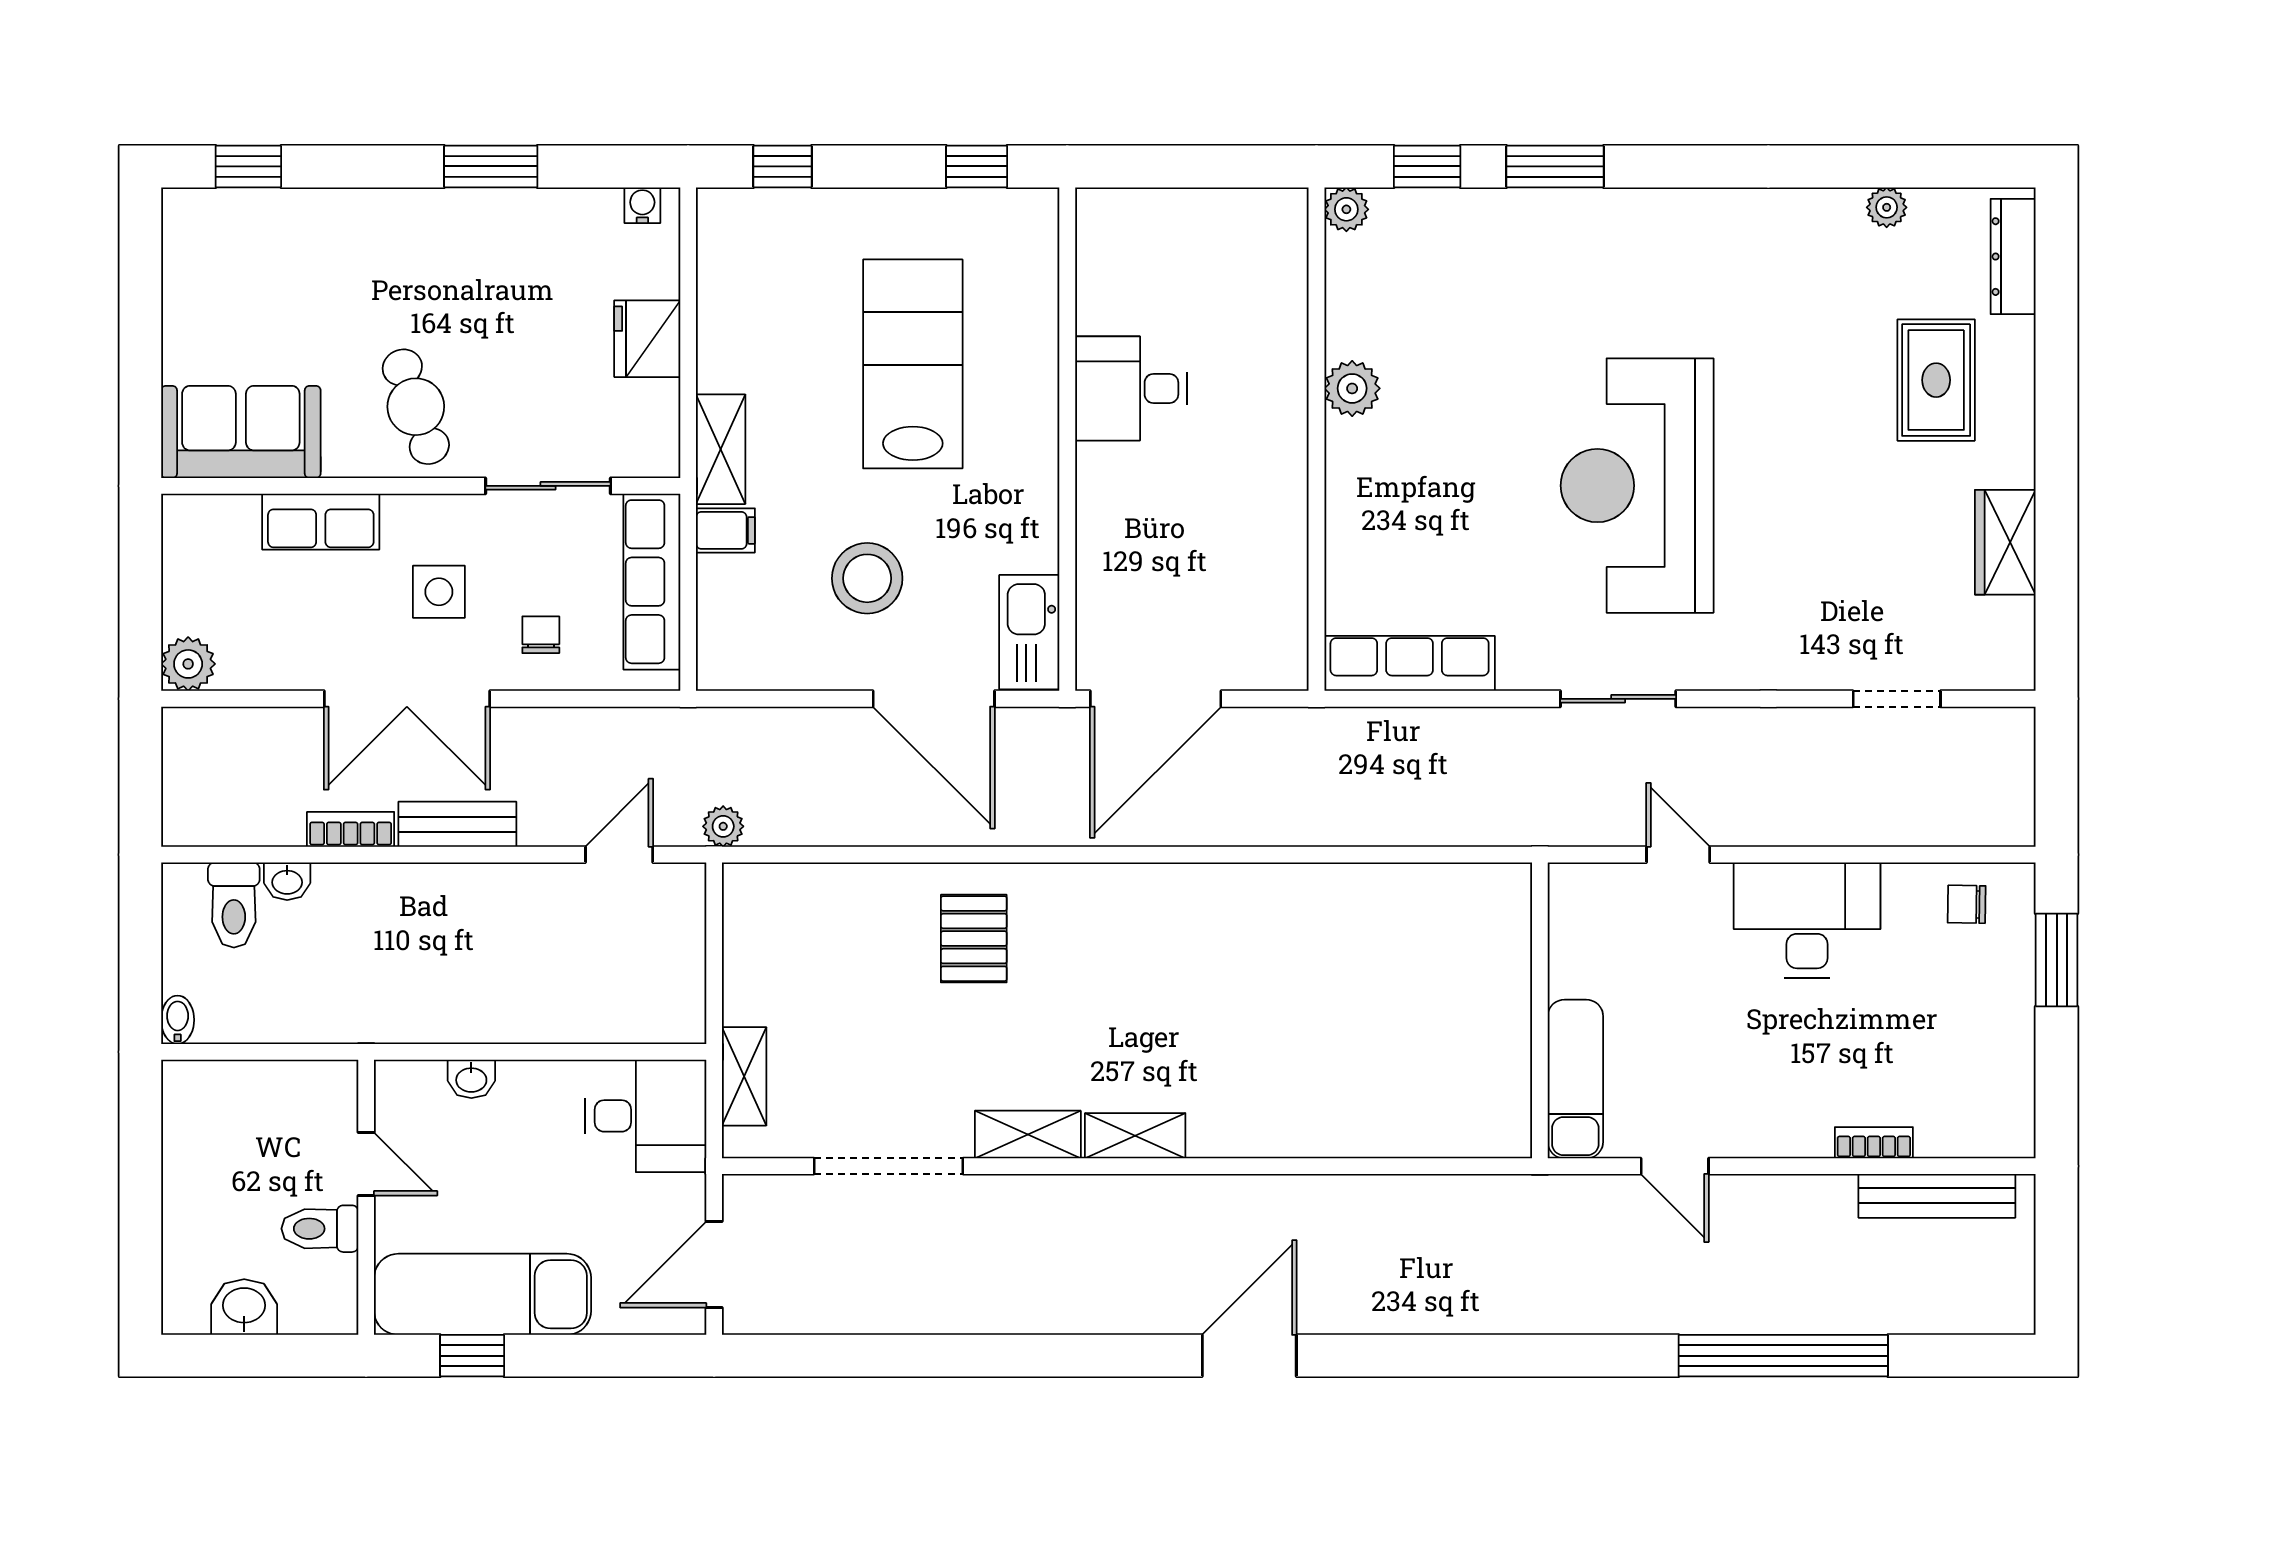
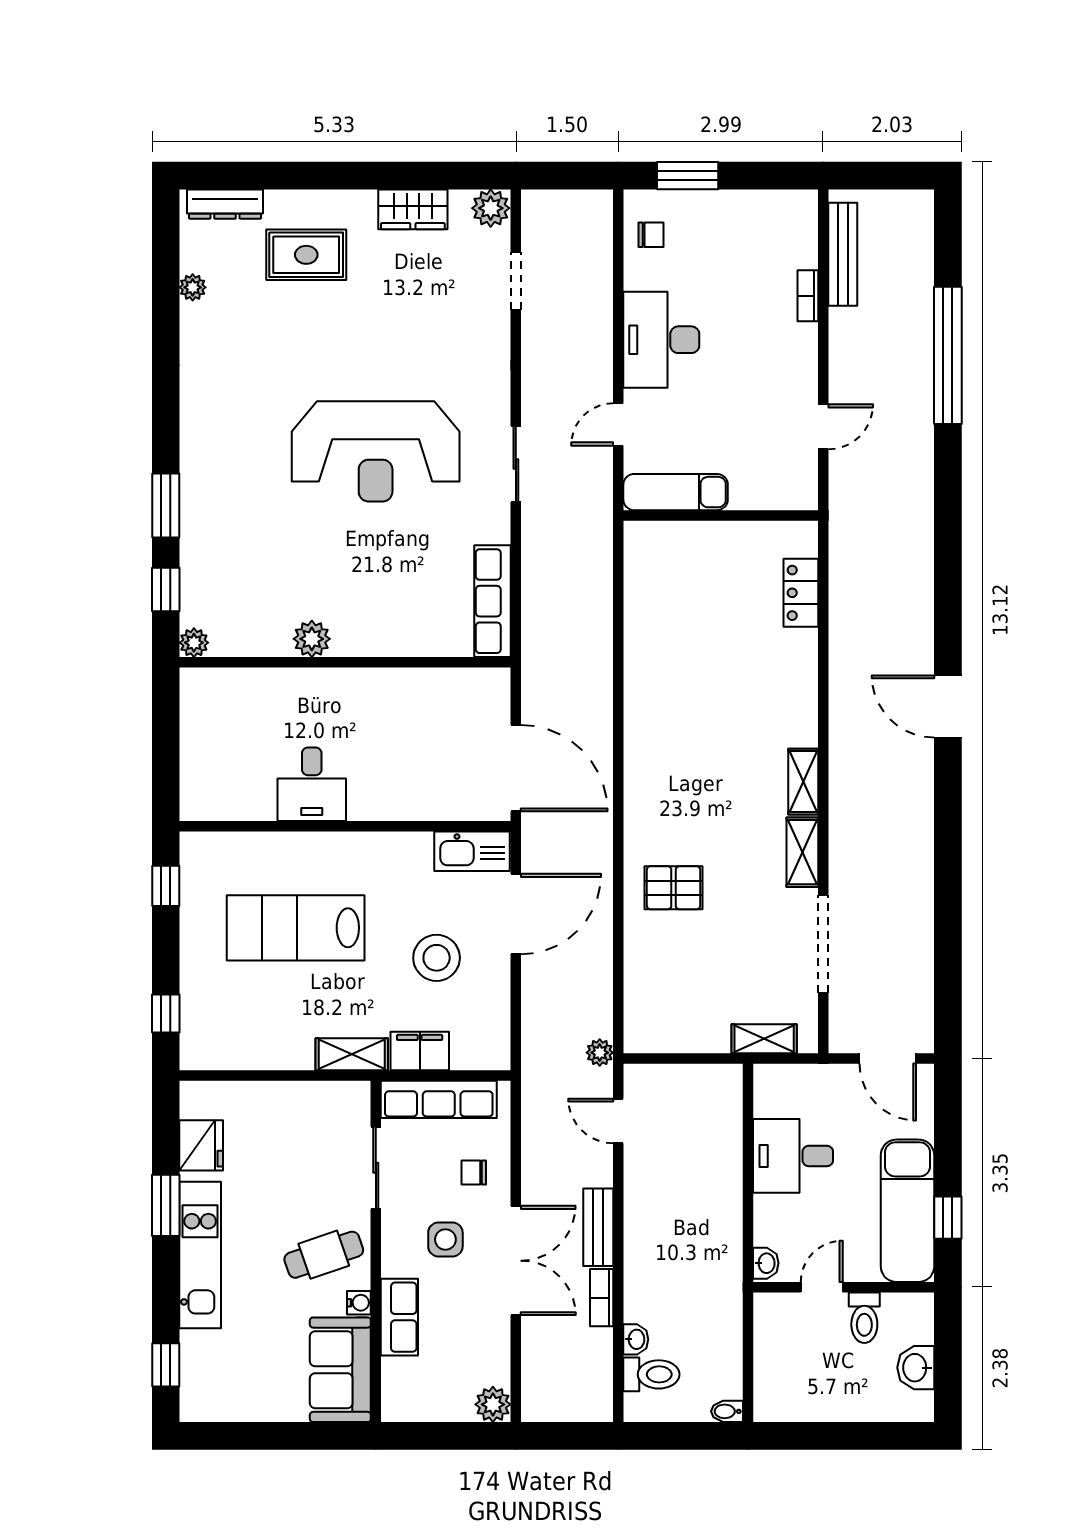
water cooler: (642, 205) -> (359, 1303), moved, turned 180
kitchen unit: (415, 219) -> (200, 1255), added
fridge: (647, 339) -> (201, 1145), moved, turned -90
filing cabinet: (725, 530) -> (420, 1051), width x2.00
plant: (2007, 661) -> (491, 208), added
chair: (1967, 904) -> (651, 235), turned -91
washbasin: (471, 1079) -> (766, 1263), moved
exam couch: (1575, 1079) -> (676, 492), moved
desk: (646, 1116) -> (793, 1156), moved, turned -90
locker: (1422, 1132) -> (801, 593), added

